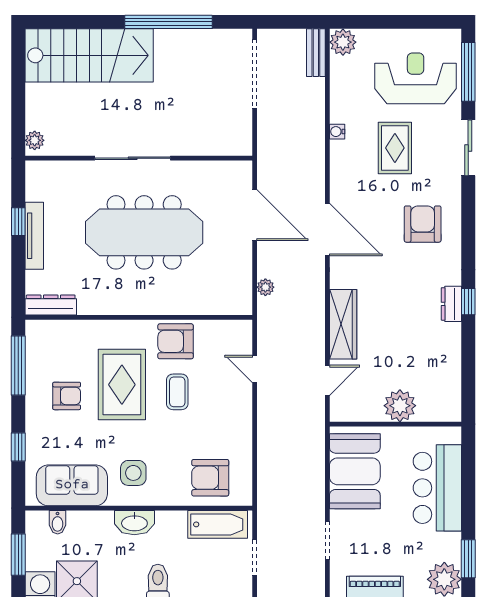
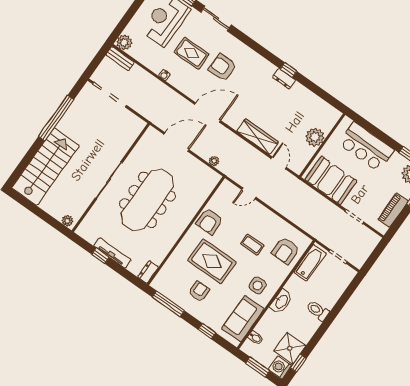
armchair: (423, 224) -> (223, 68), moved
dresser: (51, 305) -> (148, 272), width x0.70
coffee table: (177, 392) -> (252, 245), moved

